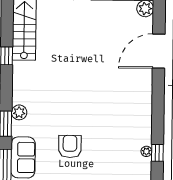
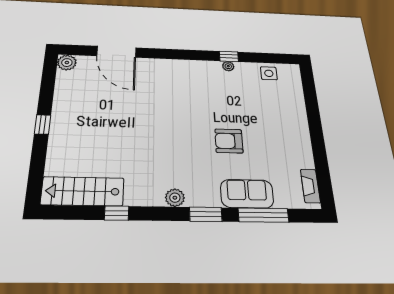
plant: (19, 112) -> (175, 198), moved

